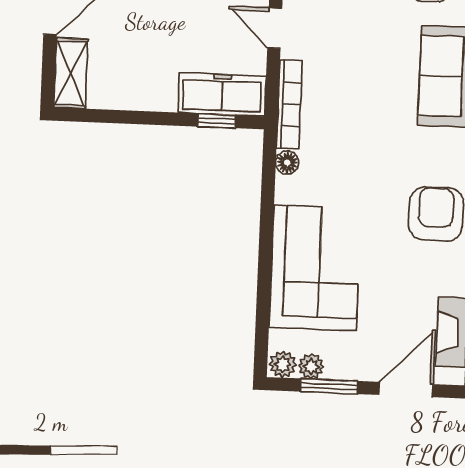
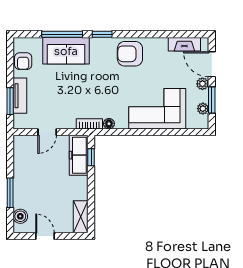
shelving: (71, 73) -> (81, 217), moved, turned 90
bookcase: (289, 104) -> (89, 124), width x0.64
plant: (283, 364) -> (202, 84), moved

